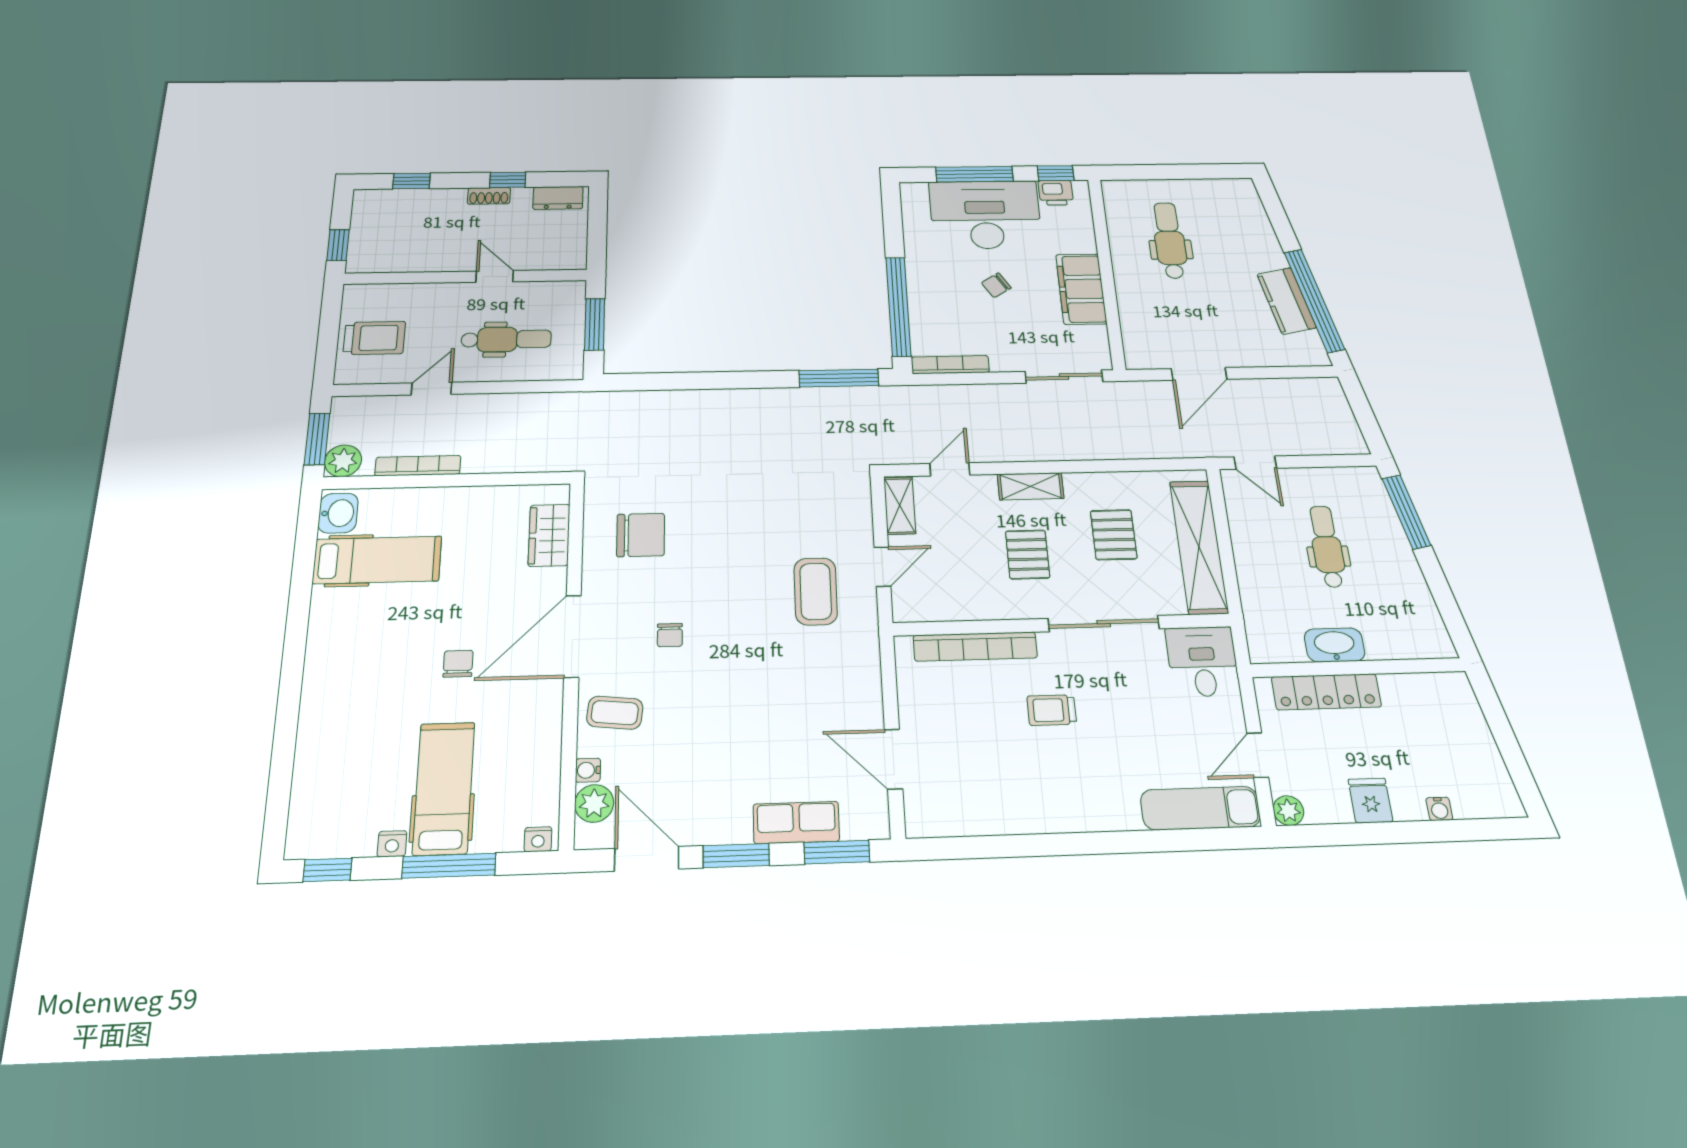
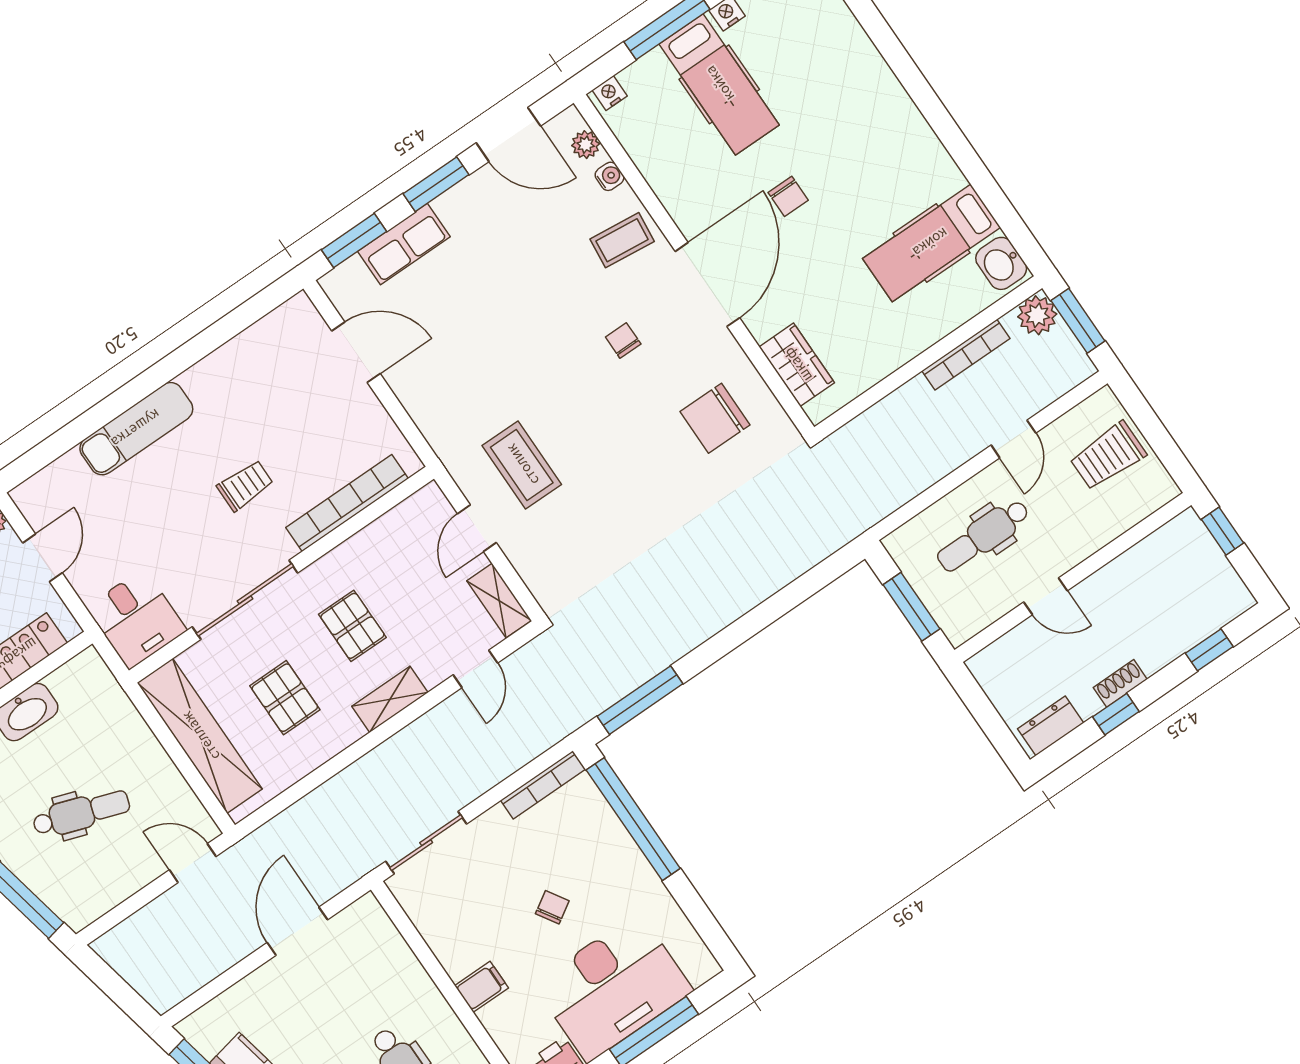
filing cabinet: (1081, 289) -> (482, 987), width x0.33, depth x0.86
dental chair: (1327, 546) -> (81, 813), turned -71
plant: (594, 803) -> (586, 145), width x0.73, depth x0.73
exam couch: (1200, 808) -> (136, 429), moved

